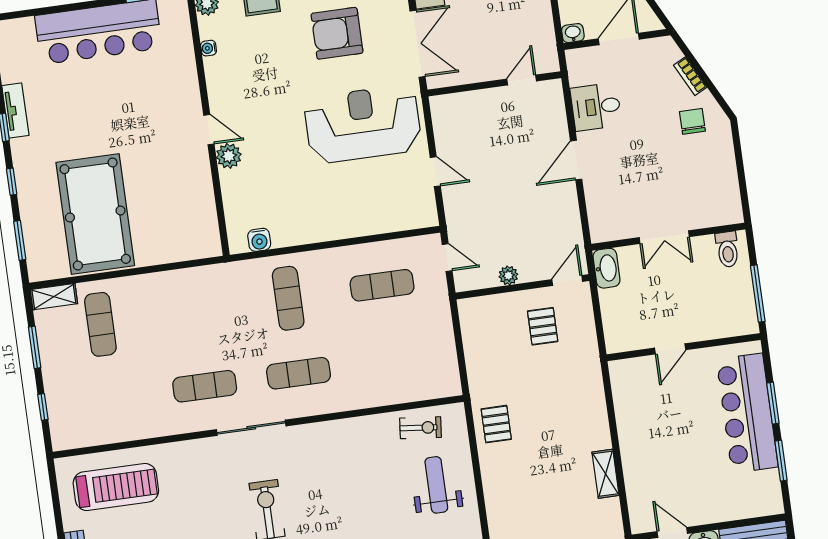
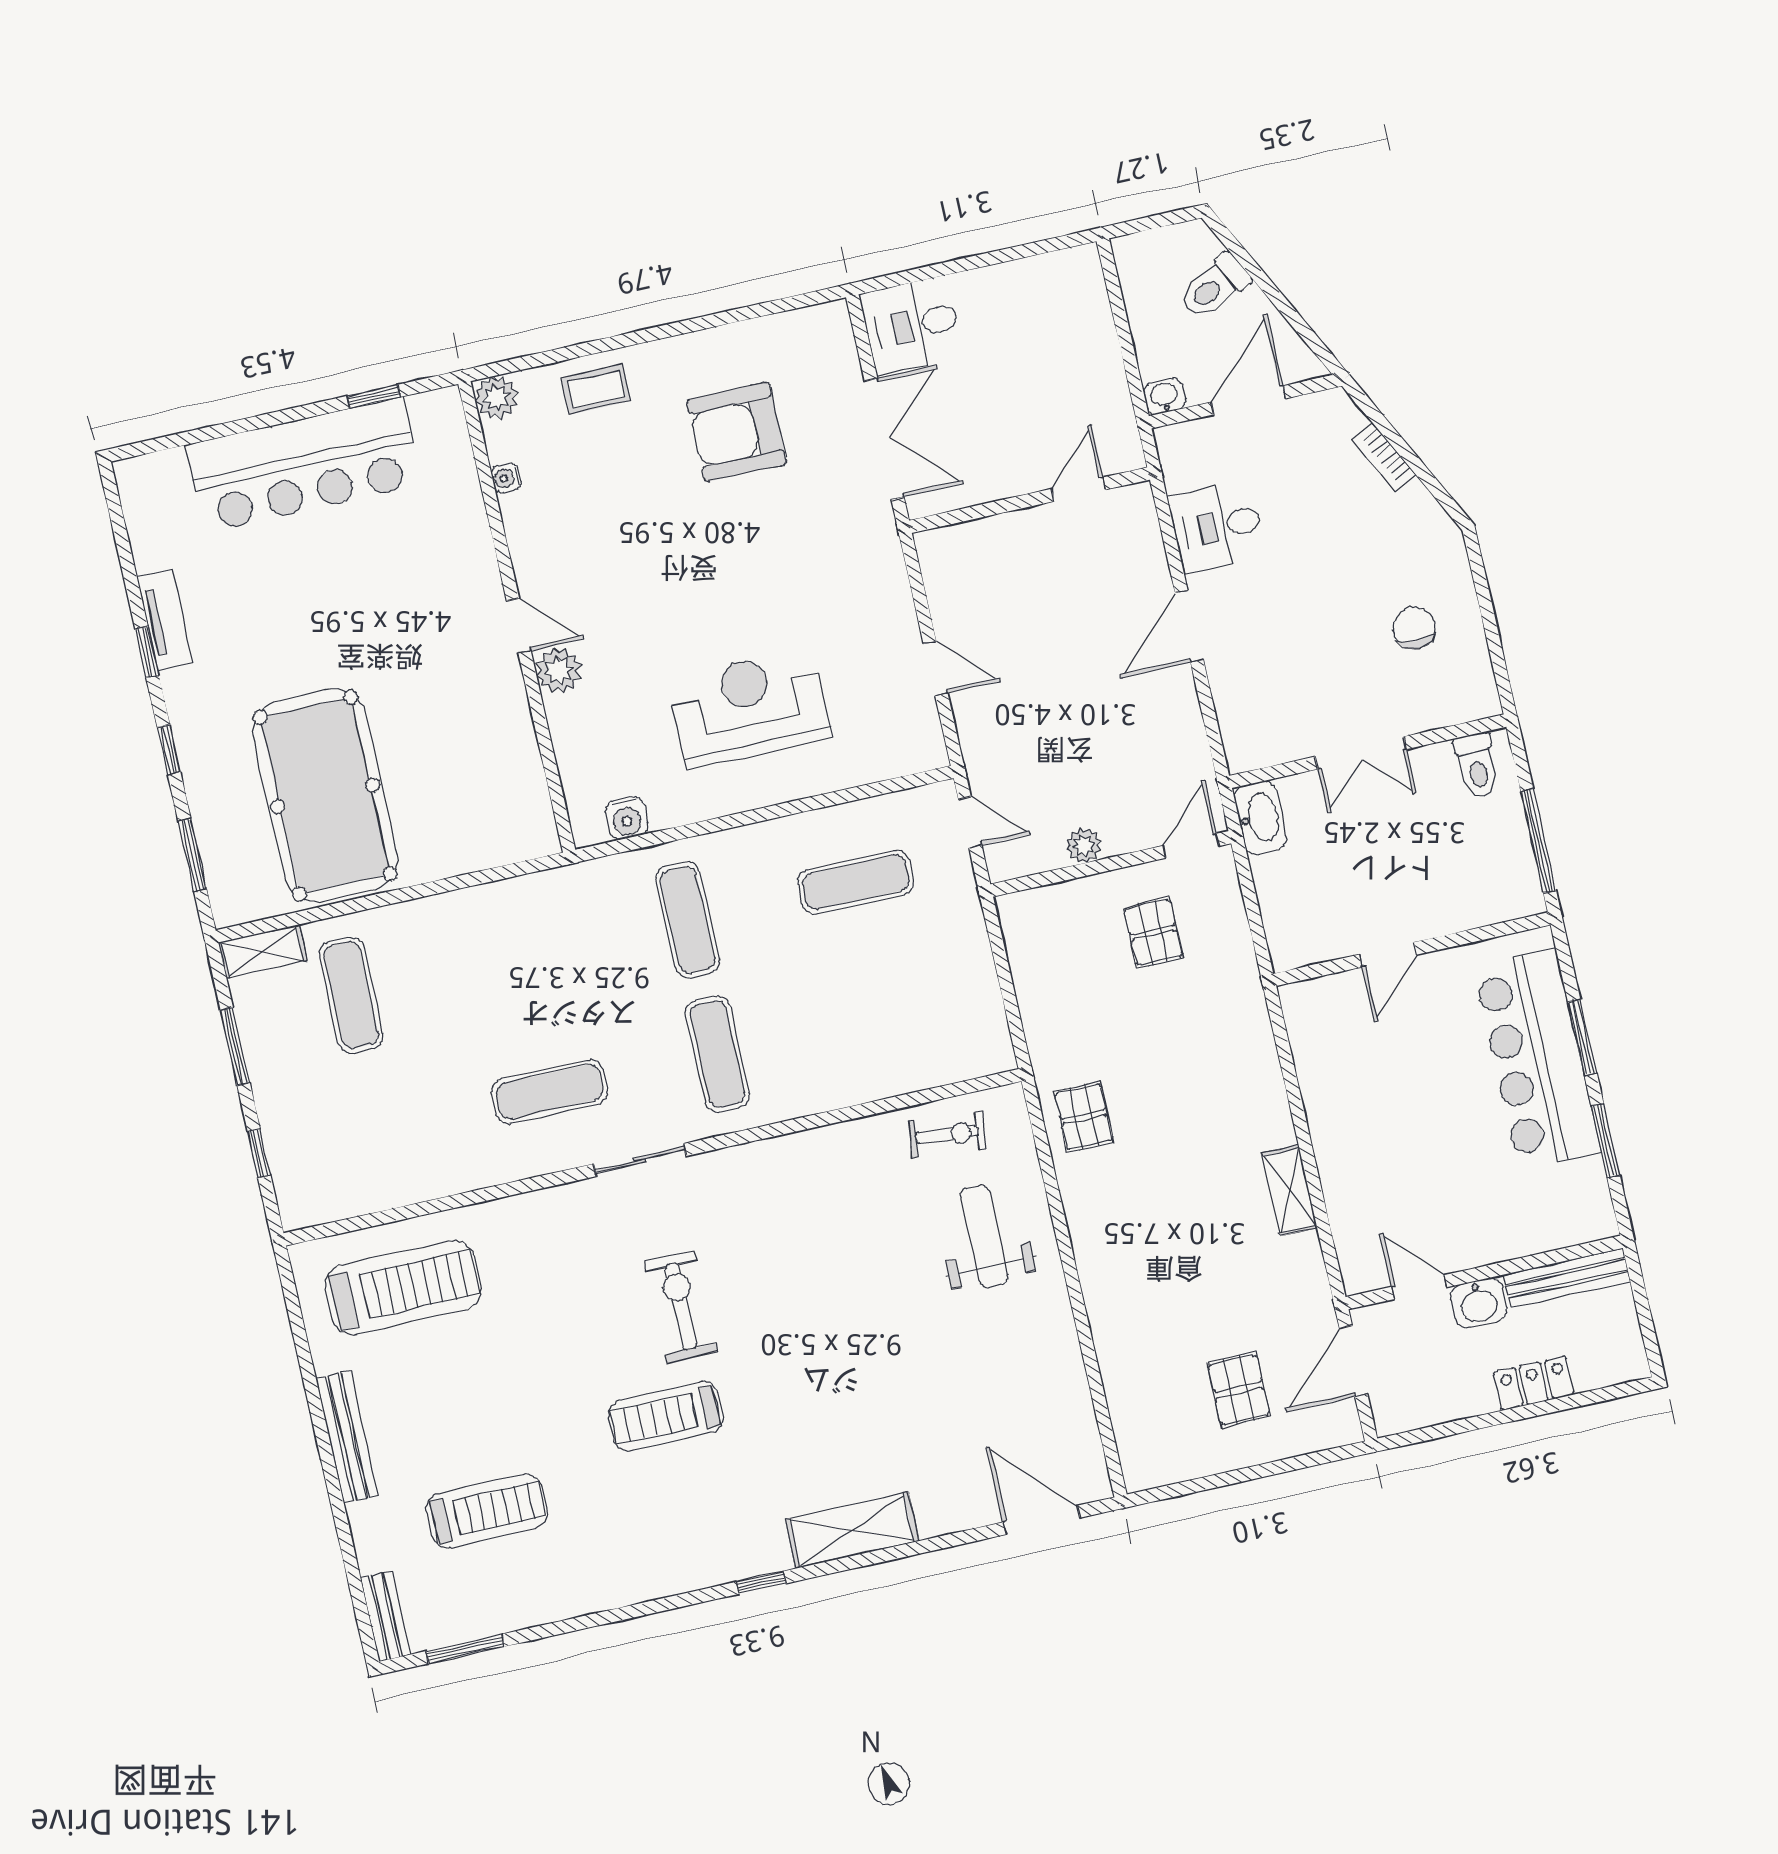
chair: (692, 121) -> (1414, 628), moved
reception desk: (363, 124) -> (750, 708), moved, width x0.74, depth x0.77
exercise mat: (299, 373) -> (718, 1054), turned 90
sliding door: (251, 428) -> (640, 1160), width x0.73

